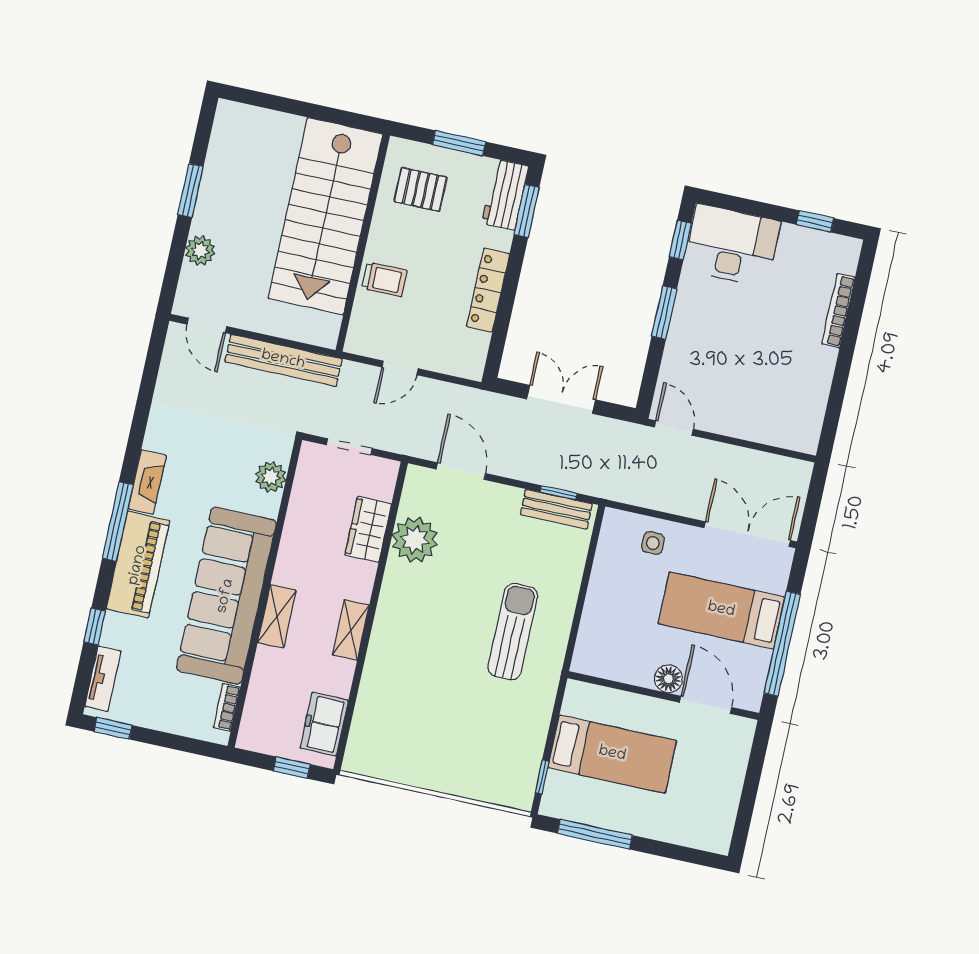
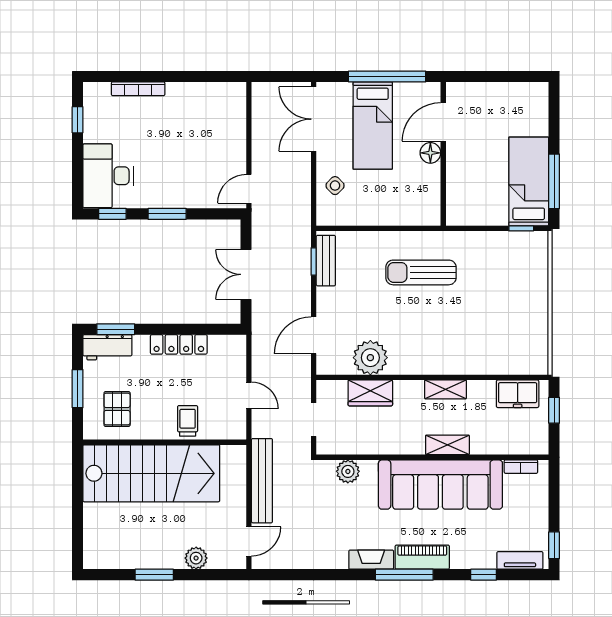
side table: (653, 543) -> (335, 186), turned 45
piano: (138, 565) -> (422, 557), width x0.73, depth x0.75
bed: (612, 754) -> (529, 181), moved

